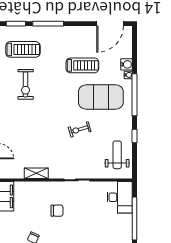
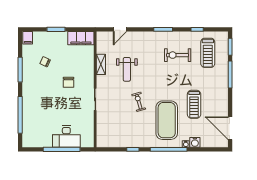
weight bench: (117, 155) -> (127, 69), moved, turned 90
desk: (120, 197) -> (66, 136), moved

